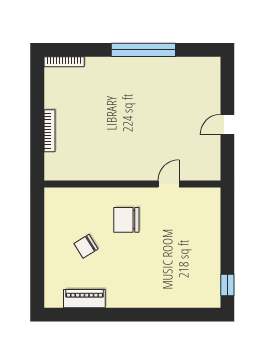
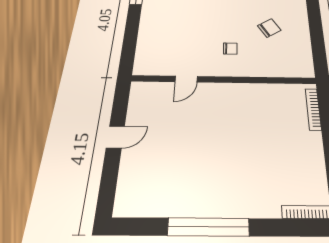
bookcase: (49, 131) -> (313, 109), moved
chair: (126, 220) -> (230, 49), width x0.54, depth x0.54

